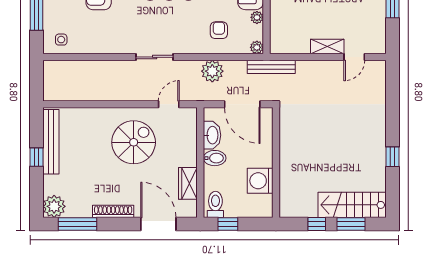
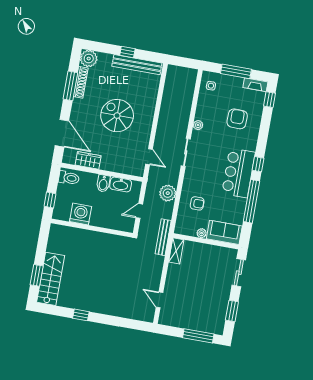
shelving: (327, 46) -> (176, 251), moved
plant: (257, 47) -> (198, 125), moved
door: (242, 104) -> (139, 211), width x0.53
spiral stairs: (134, 142) -> (117, 116), moved, turned 180
shoe rack: (113, 211) -> (81, 82), moved
window: (77, 224) -> (70, 86), moved
door: (158, 224) -> (62, 133), hinge flipped
window: (228, 224) -> (50, 200), moved
window: (317, 224) -> (41, 250), removed

